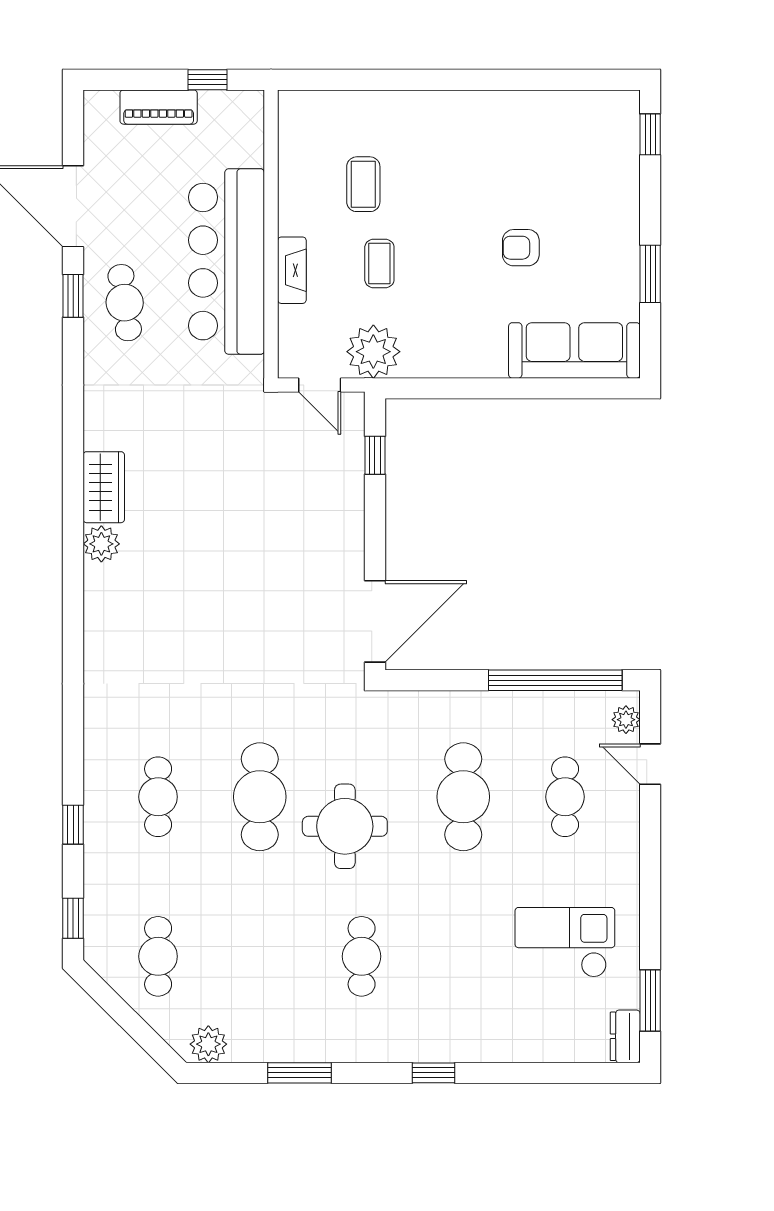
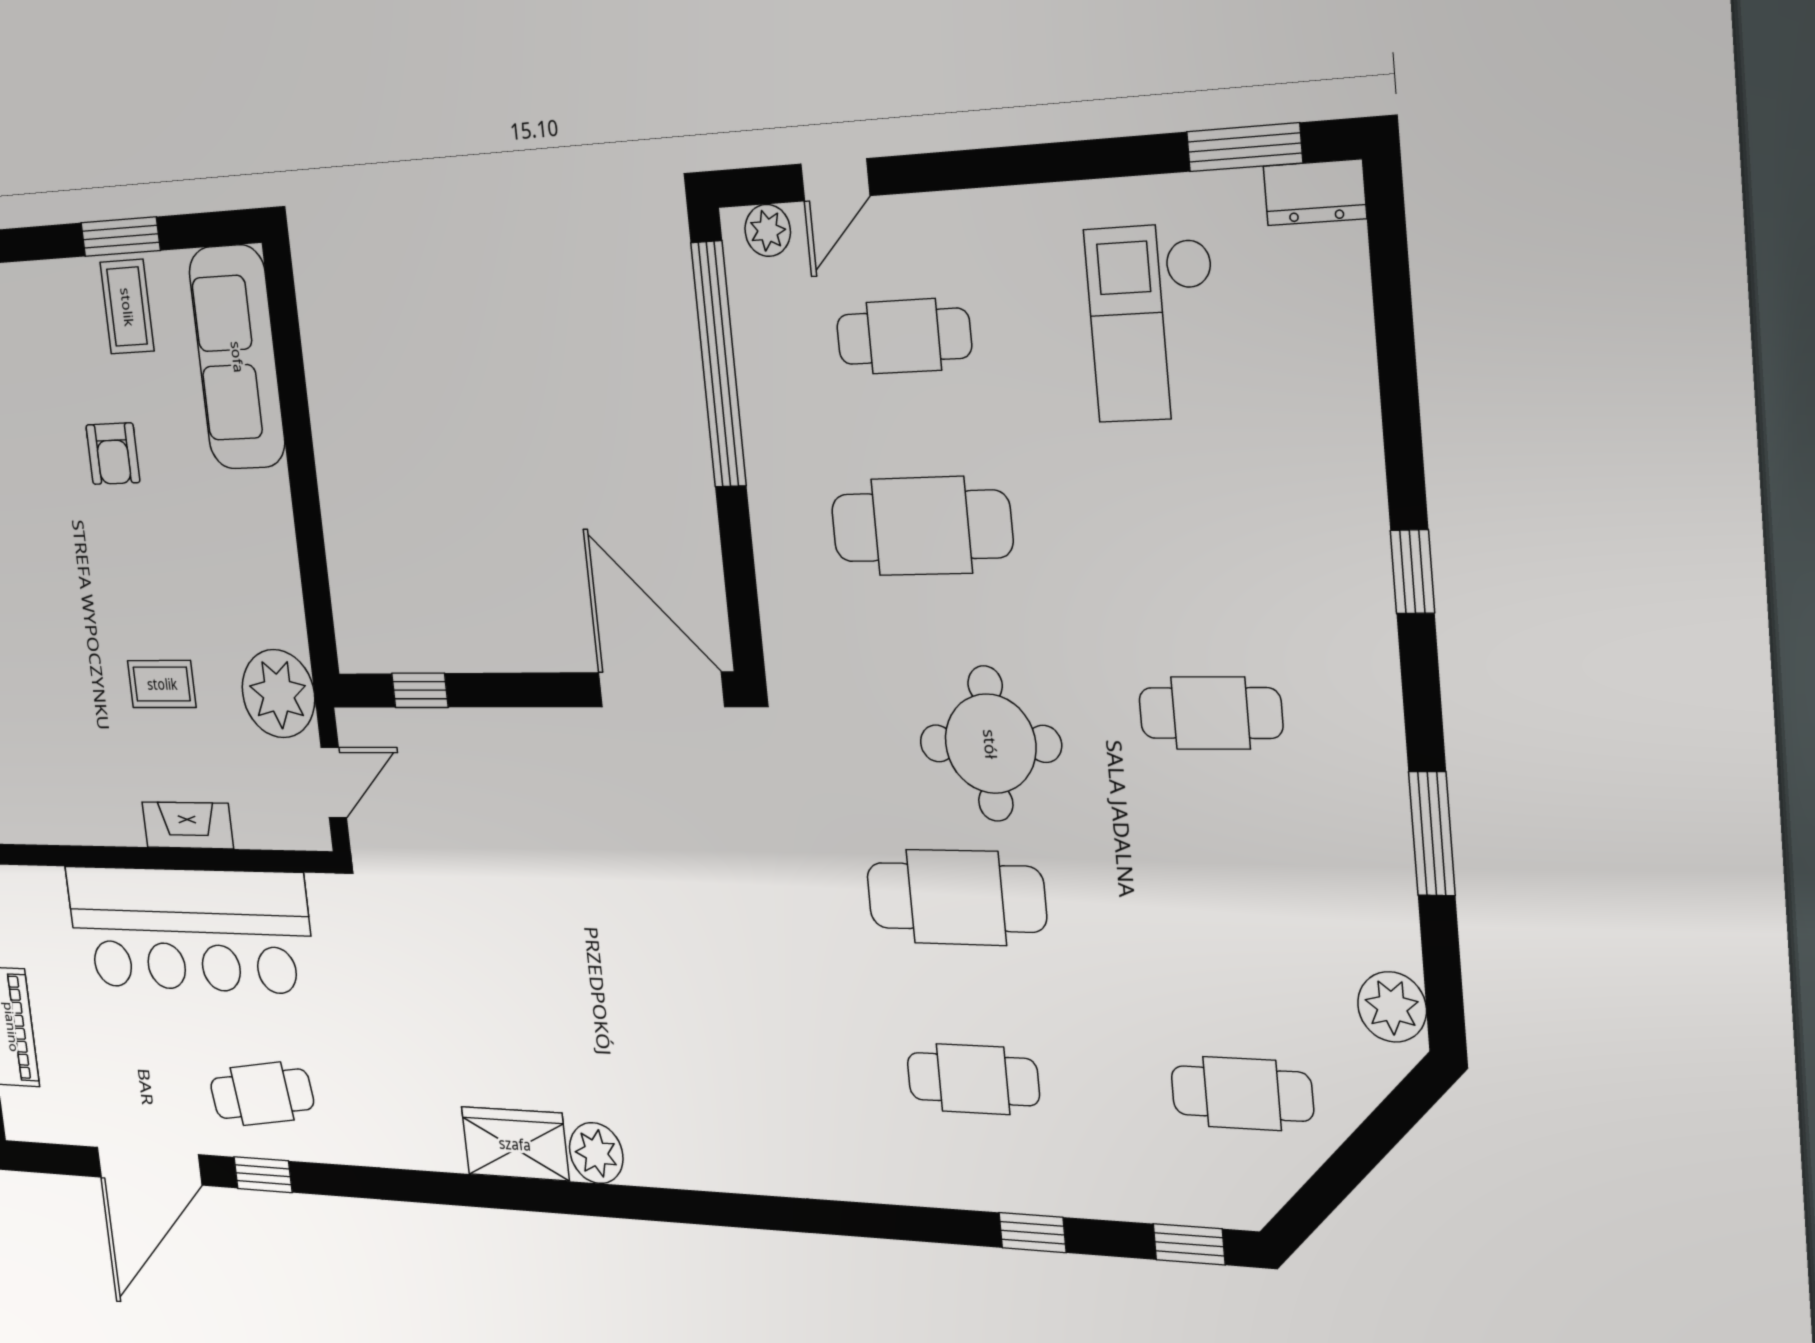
coffee table: (363, 184) -> (127, 307), moved, turned 90

